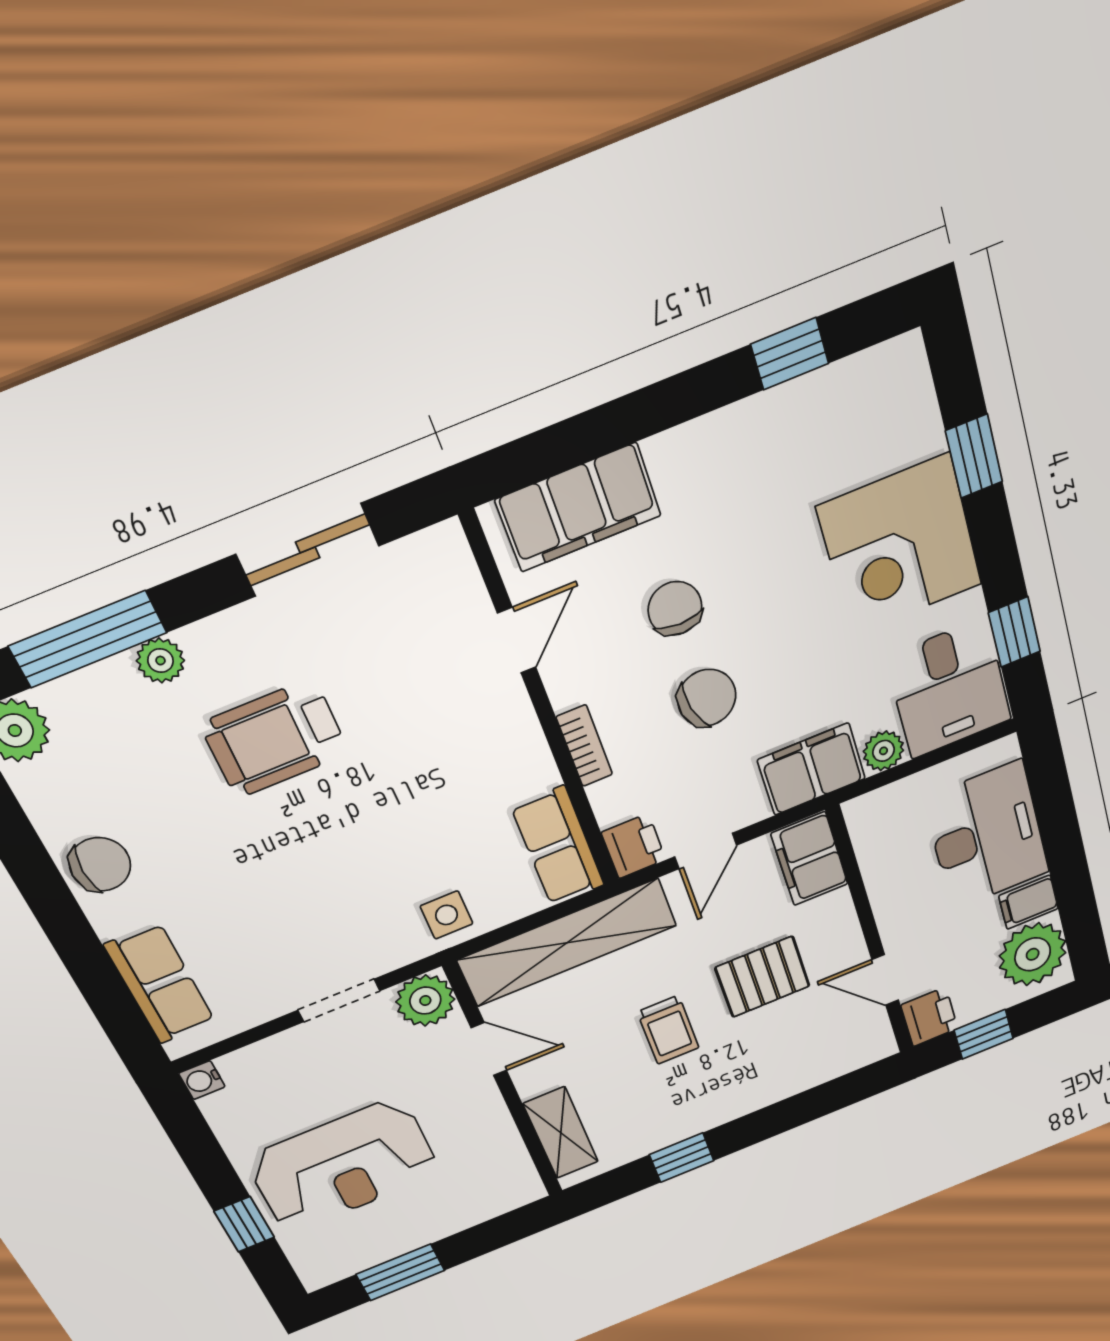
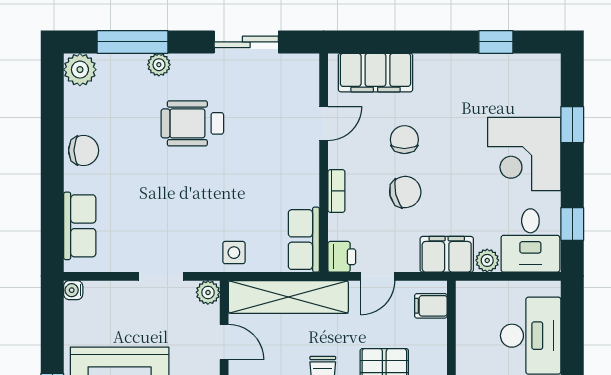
filing cabinet: (810, 859) -> (431, 306), width x0.50
plant: (425, 1001) -> (208, 292), width x0.73, depth x0.73

